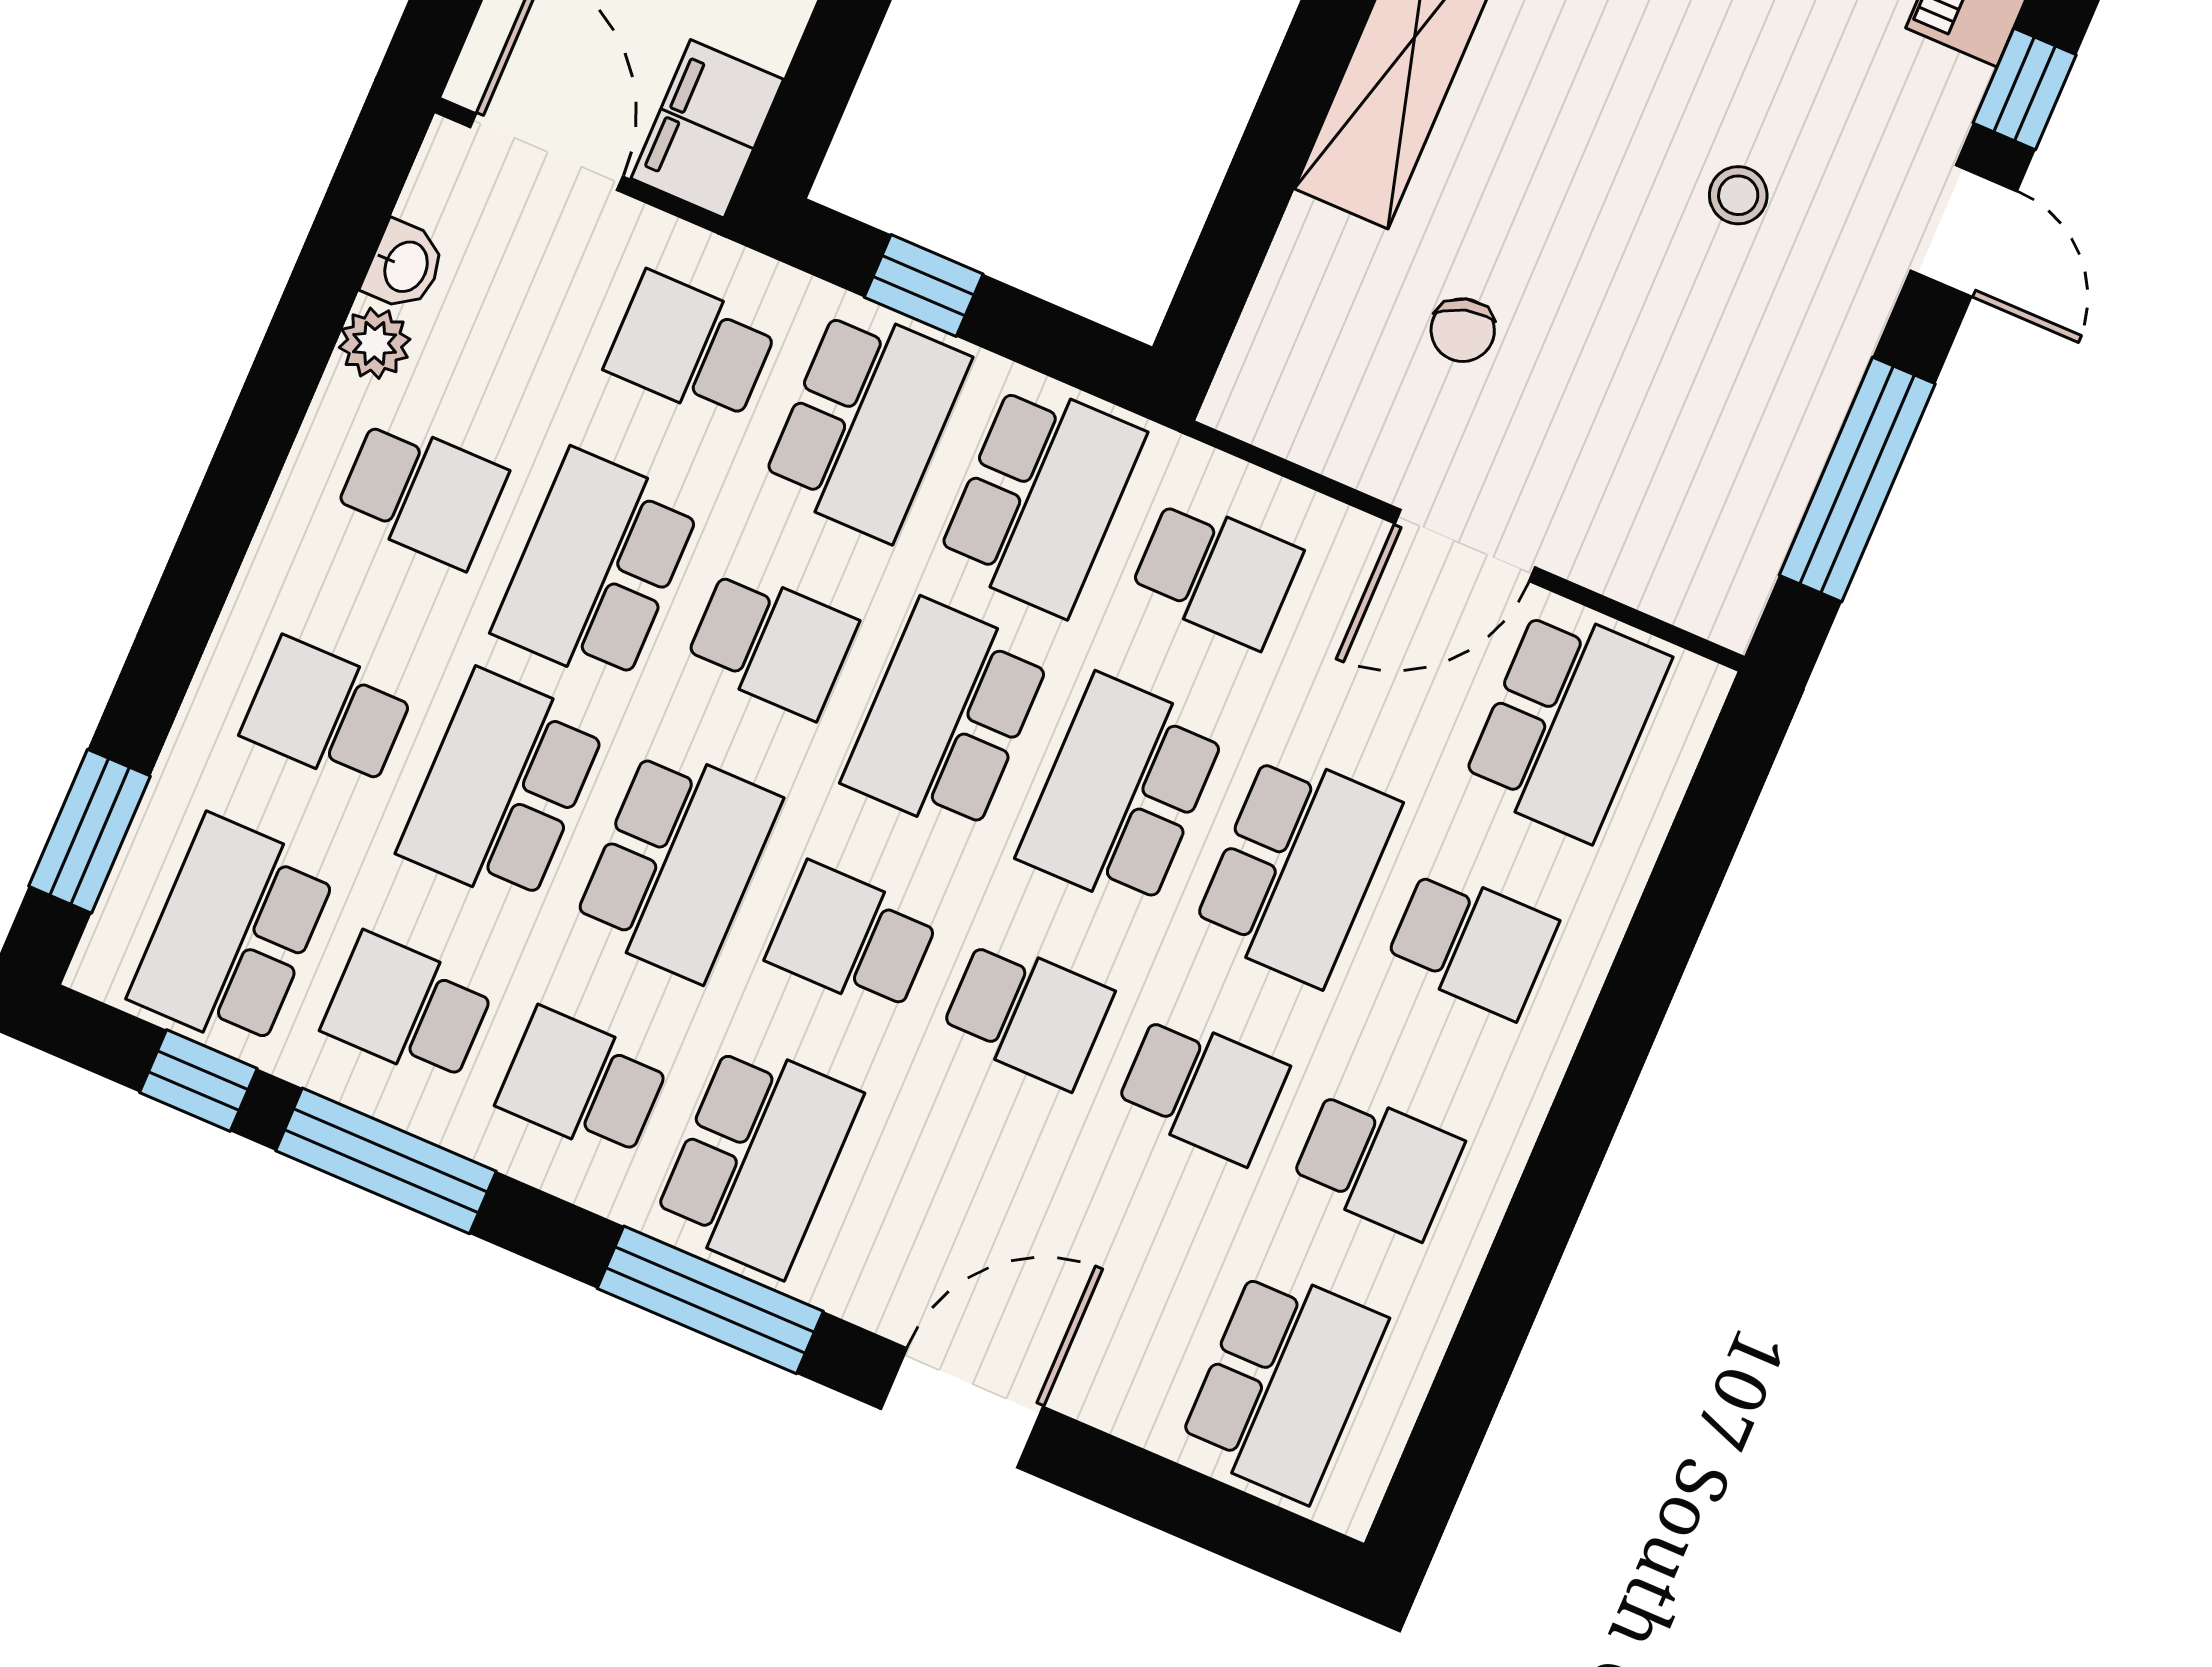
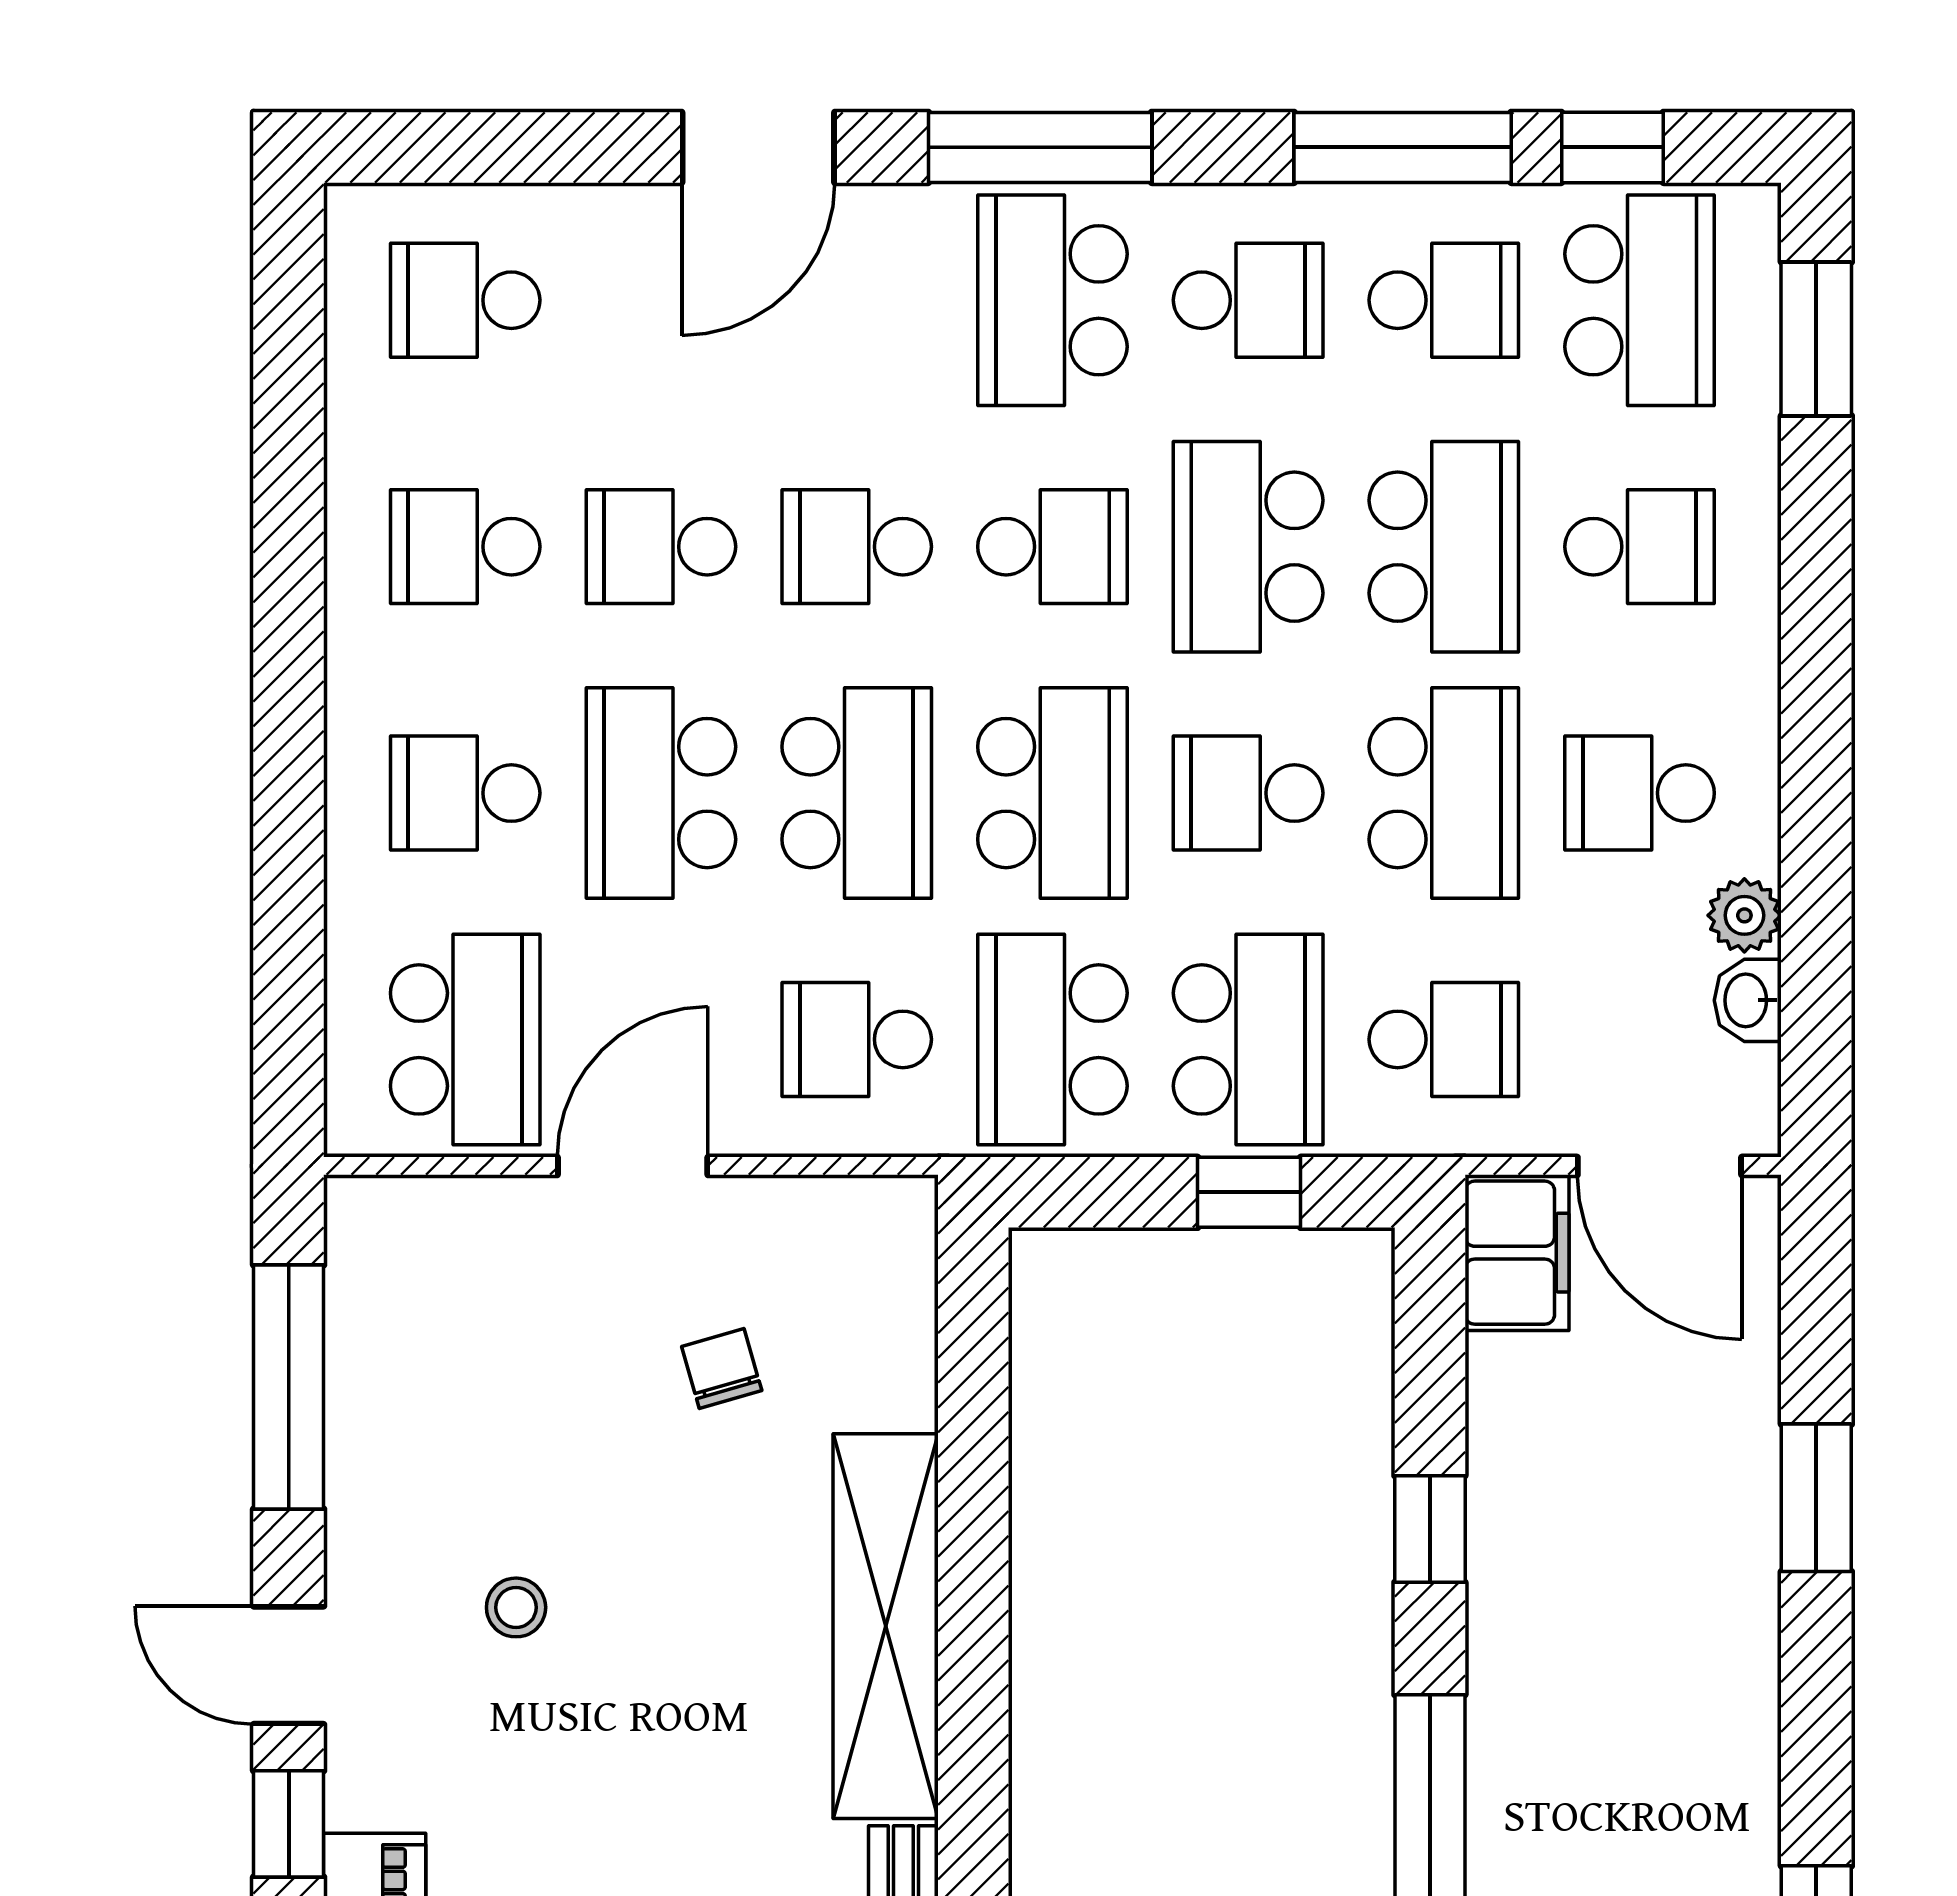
school desk: (866, 423) -> (1248, 1039), turned 180
school desk: (1566, 723) -> (465, 1039), turned 180
school desk: (1283, 1384) -> (465, 300), width x0.54

